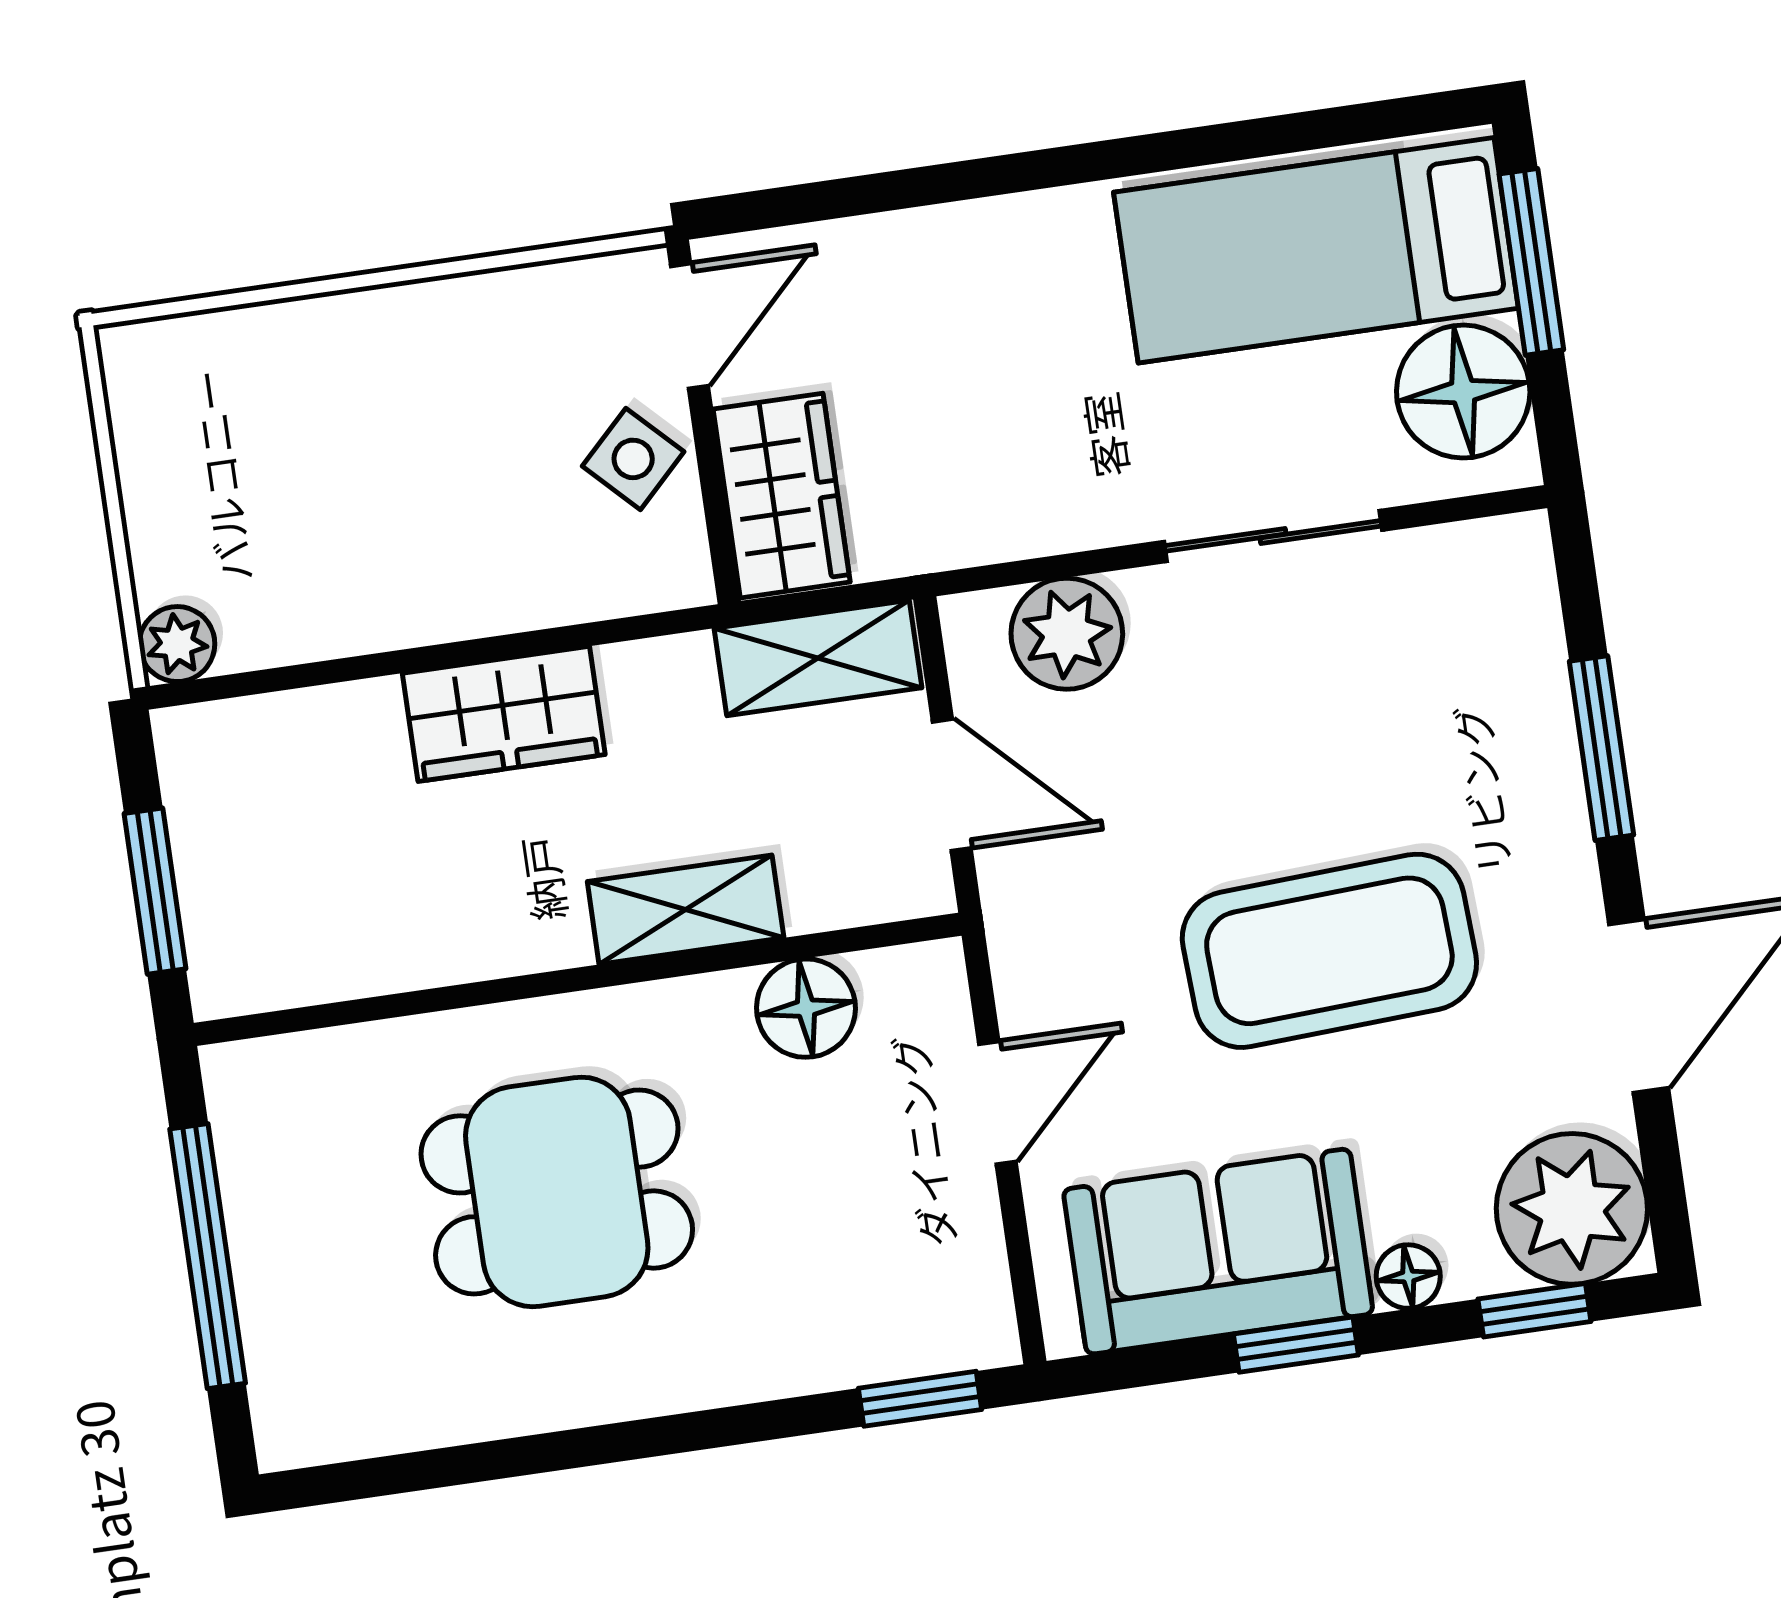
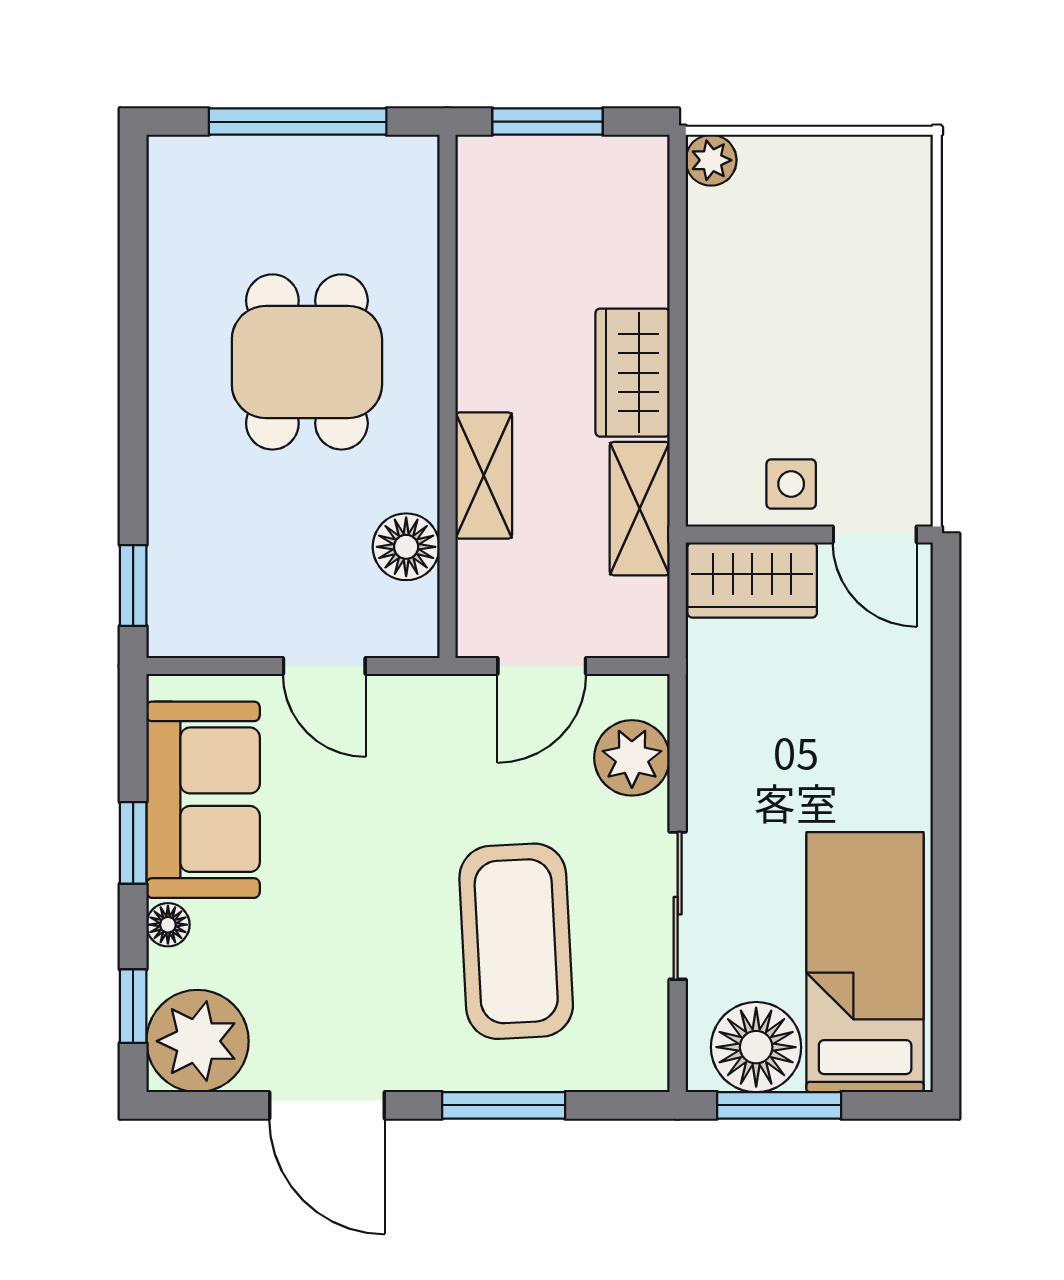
window: (1531, 262) -> (779, 1105), moved
side table: (633, 459) -> (791, 484), turned 45
shelving: (818, 658) -> (640, 509), moved
coffee table: (1329, 951) -> (516, 941), moved

